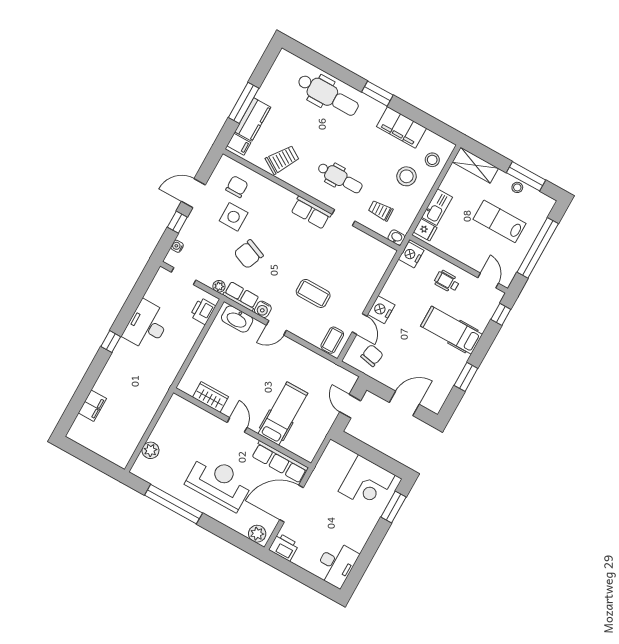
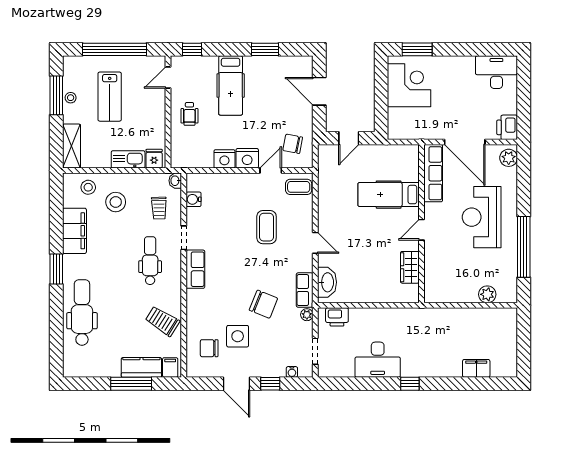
nightstand: (411, 255) -> (224, 159), moved
water cooler: (263, 309) -> (194, 199), moved, turned 180

